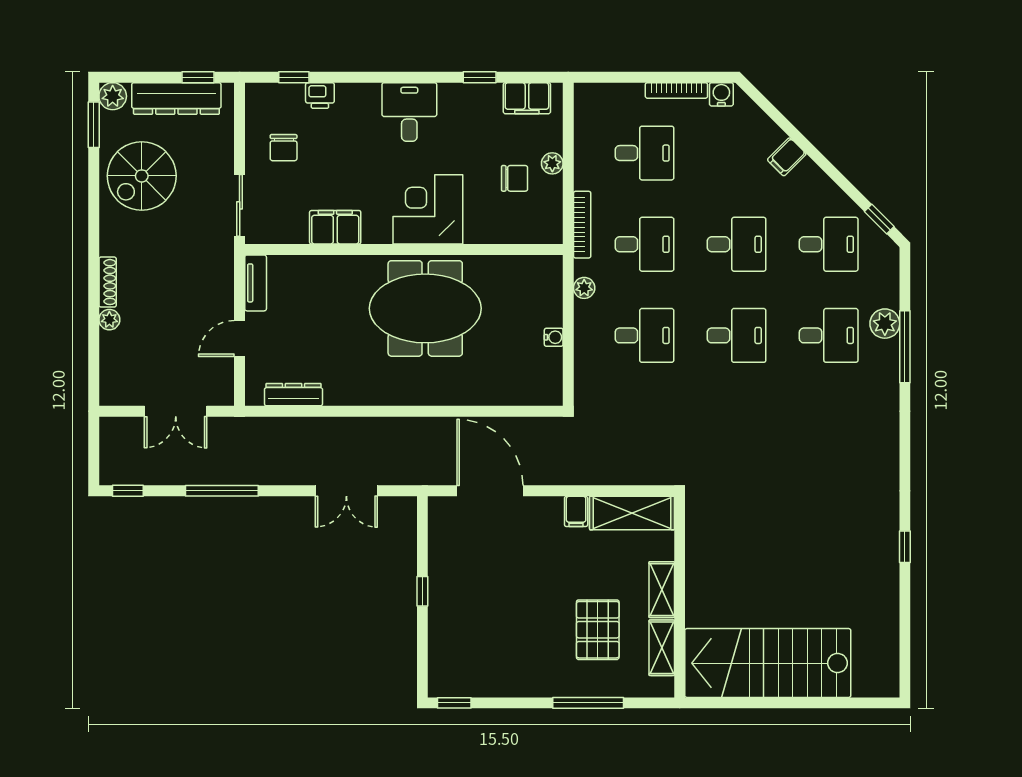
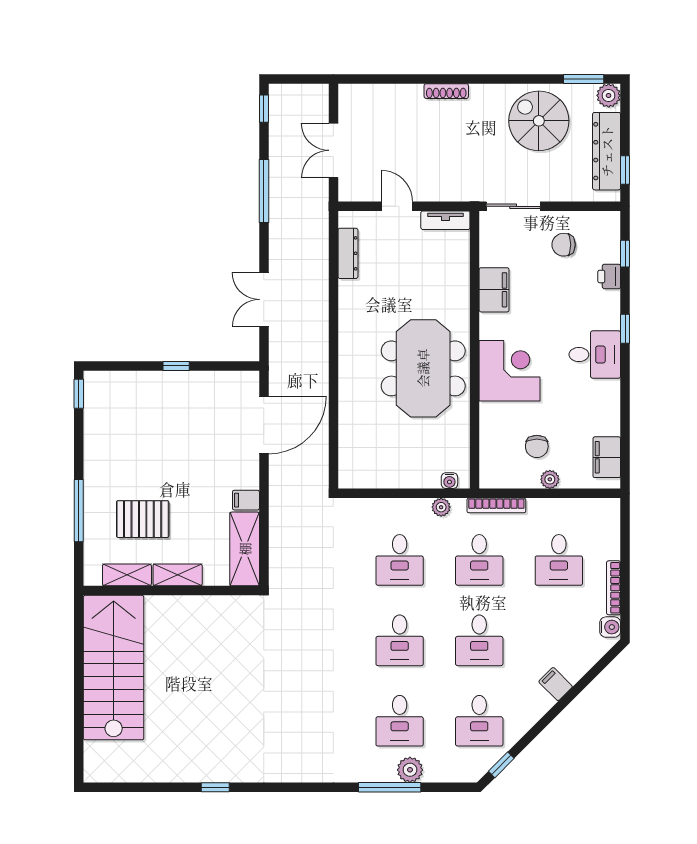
window: (480, 77) -> (625, 329), moved
plant: (109, 320) -> (413, 93), removed
water cooler: (554, 337) -> (449, 481), moved

